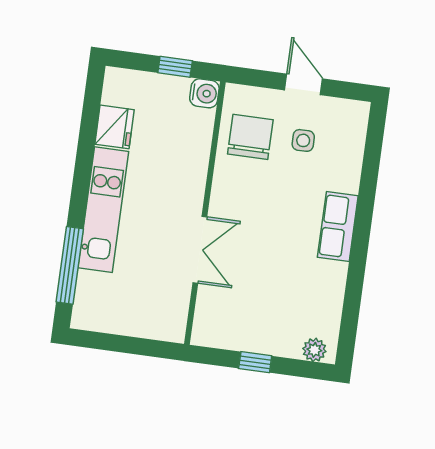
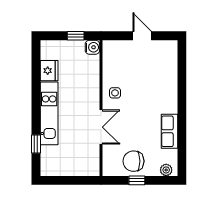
chair: (250, 137) -> (133, 161), moved, turned -90
side table: (303, 140) -> (115, 93), moved
row of seats: (338, 226) -> (169, 131), moved
window: (70, 265) -> (36, 144), width x0.46

